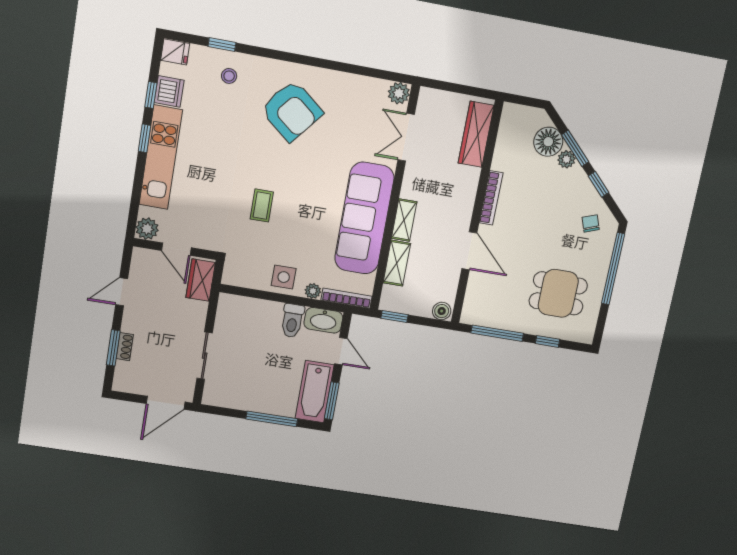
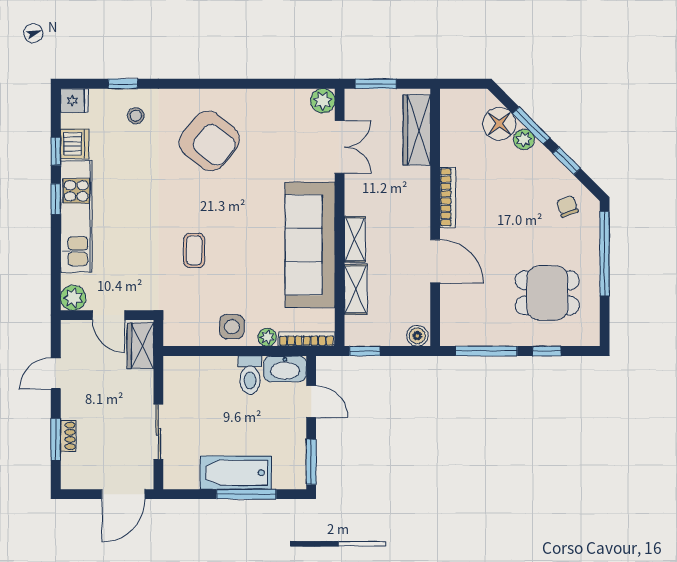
window: (448, 87) -> (376, 84), added
double door: (406, 137) -> (340, 147), swing flipped
bathtub: (315, 392) -> (236, 473), moved, turned 90

